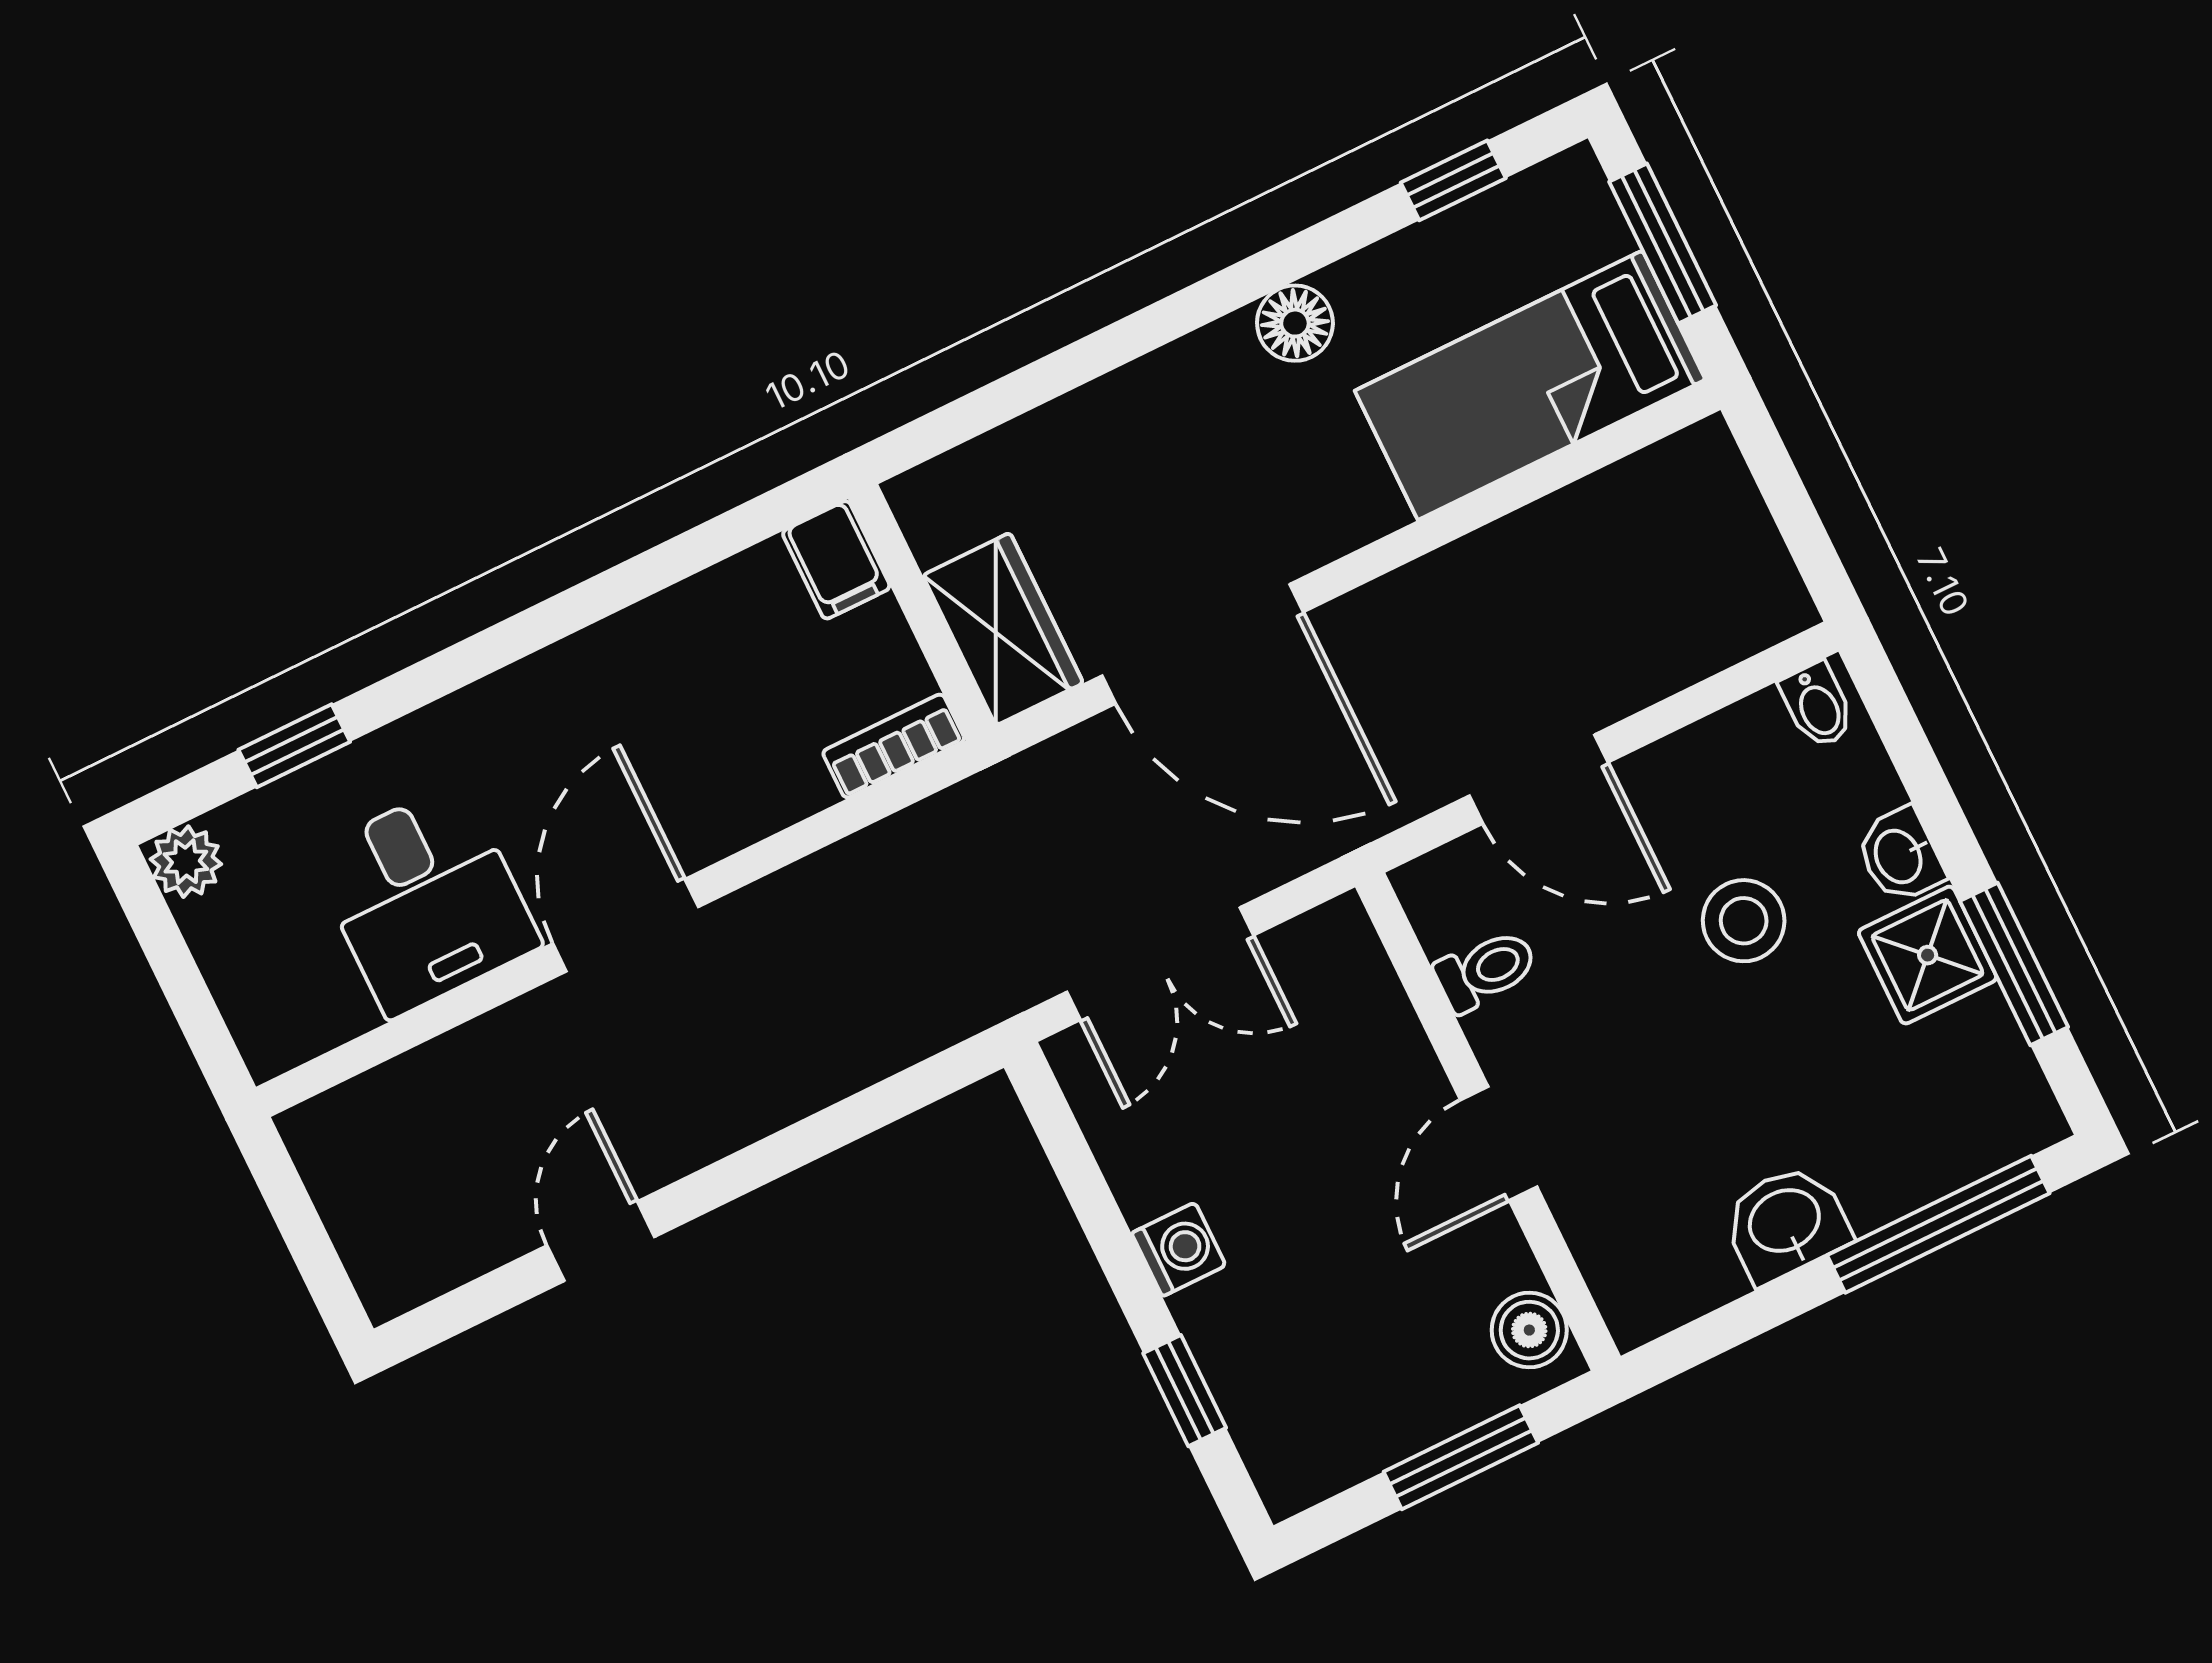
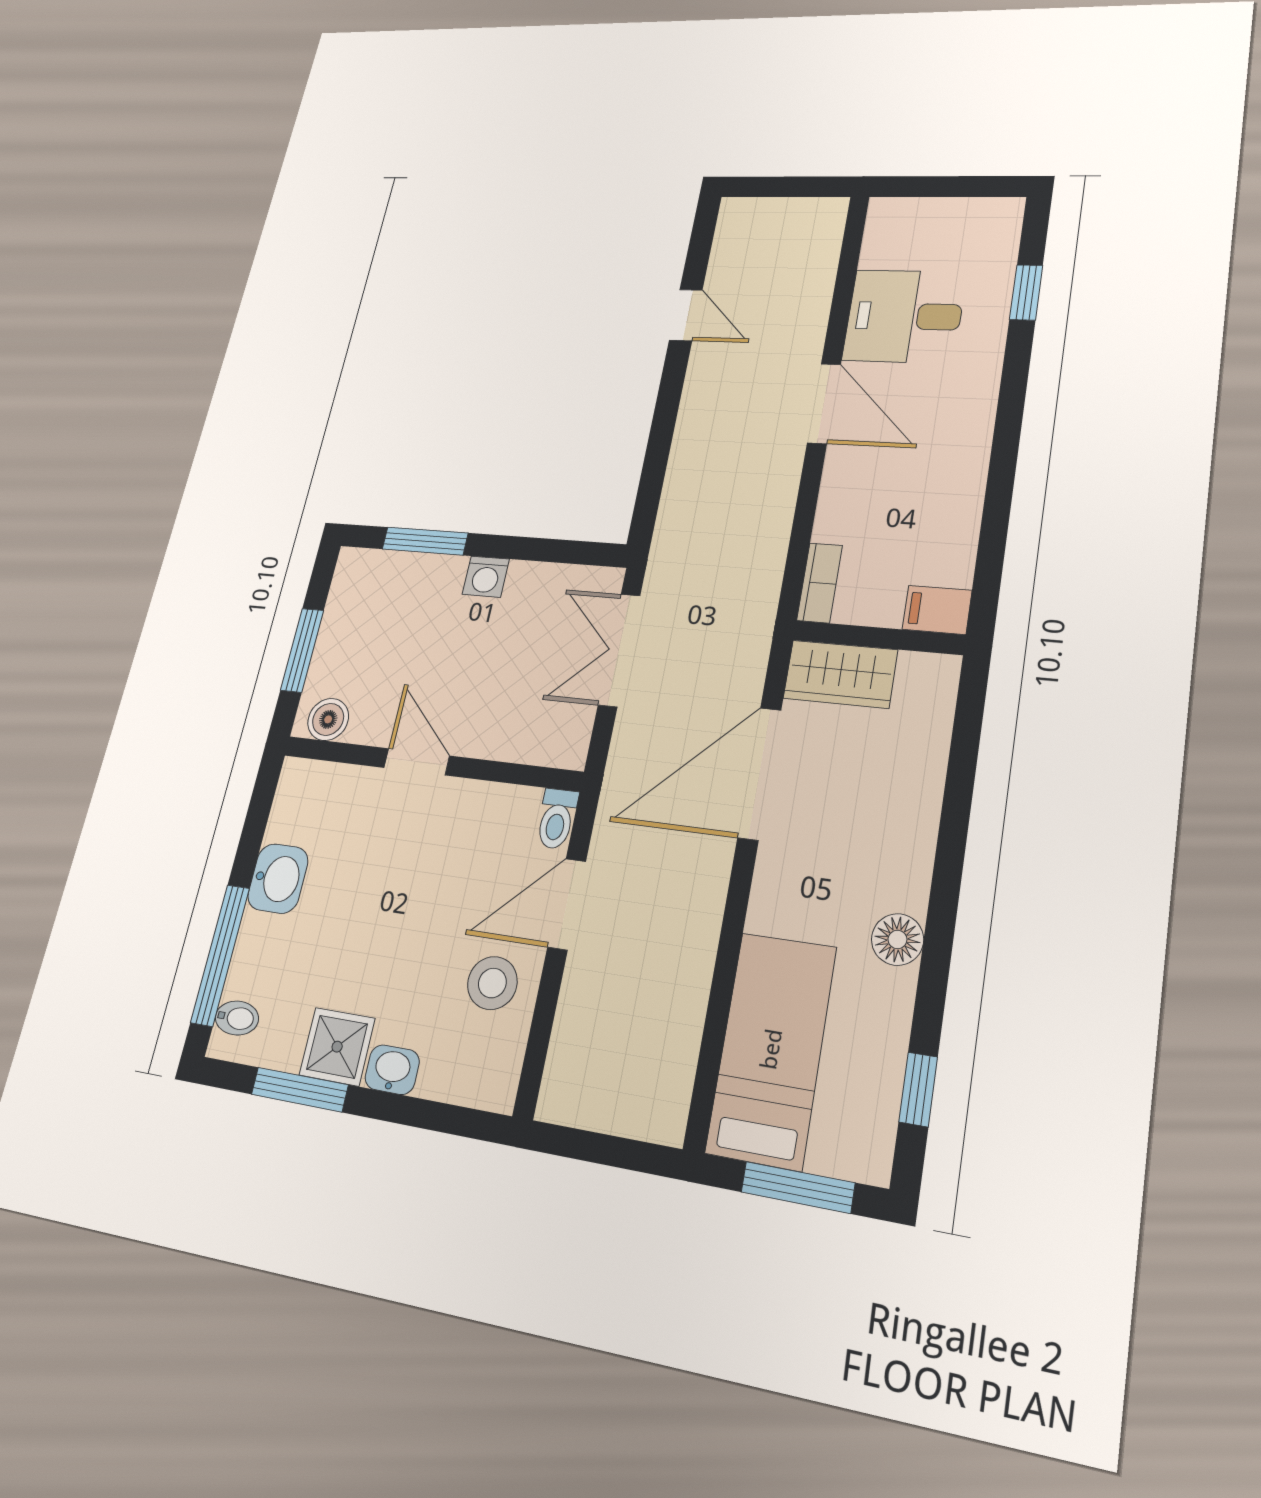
bidet: (1817, 705) -> (237, 1018), moved, turned 180
plant: (186, 862) -> (1002, 215), removed
stool: (1744, 921) -> (492, 983), moved
toilet: (1486, 970) -> (557, 819), moved
window: (1185, 1391) -> (425, 541), width x1.50

